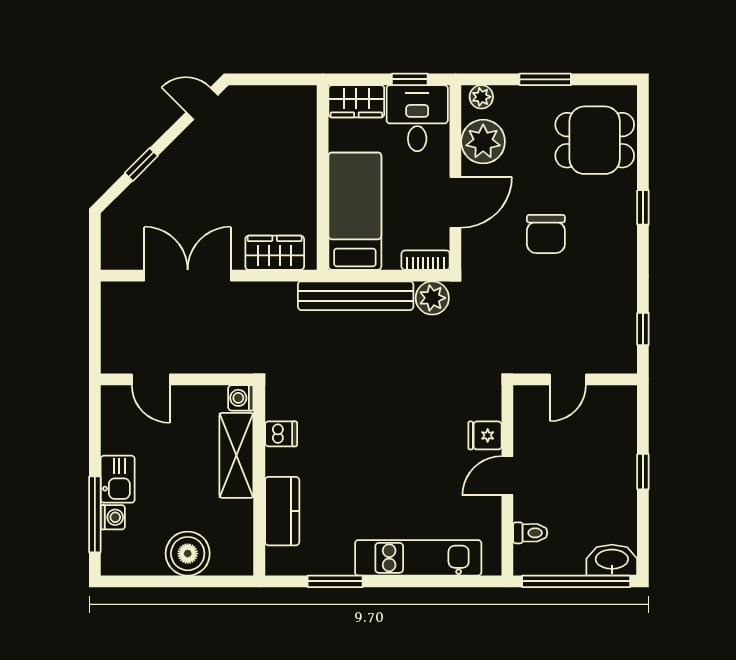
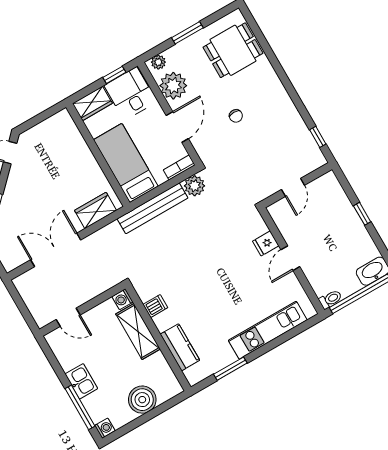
window: (643, 207) -> (280, 71), removed
chair: (546, 234) -> (236, 116), width x0.54, depth x0.54
washing machine: (113, 517) -> (105, 428), moved
toilet: (530, 533) -> (330, 299), moved

